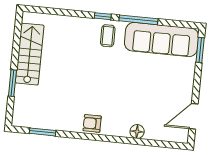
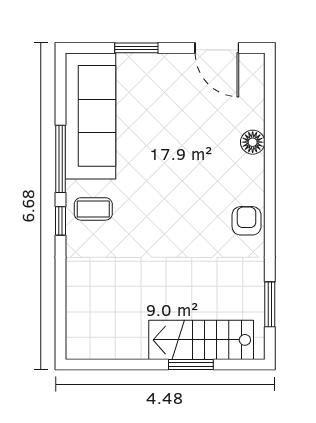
window: (200, 50) -> (136, 48), moved
stairs: (30, 54) -> (201, 340), moved
armchair: (92, 123) -> (247, 221), turned 180

